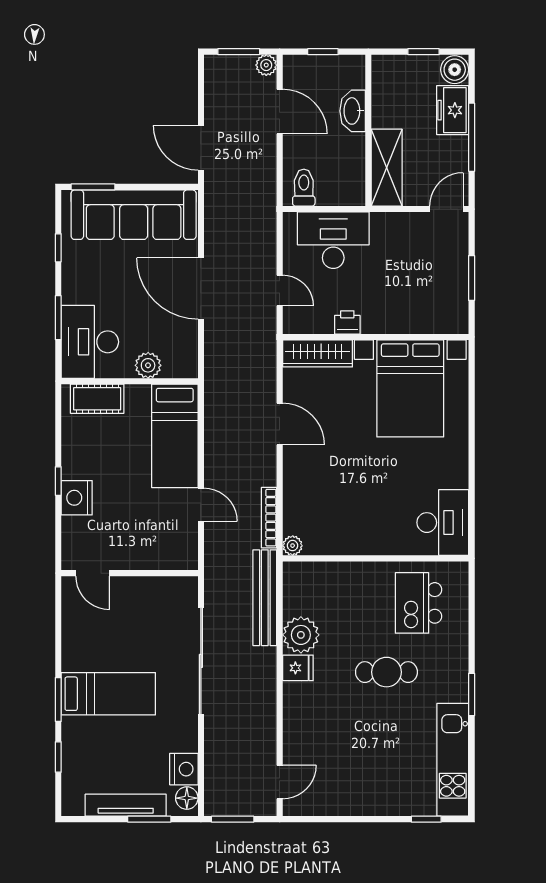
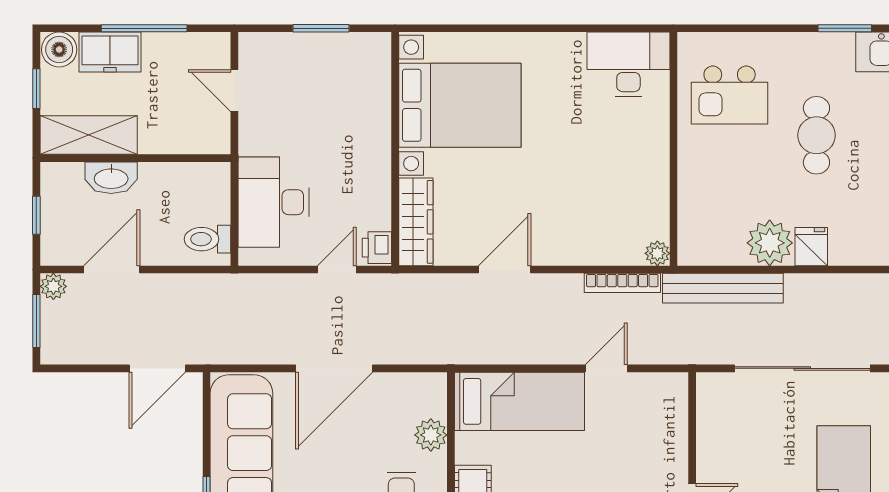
shelving: (387, 168) -> (89, 135), moved
door: (446, 209) -> (234, 91), moved
printer: (347, 322) -> (377, 248), moved

